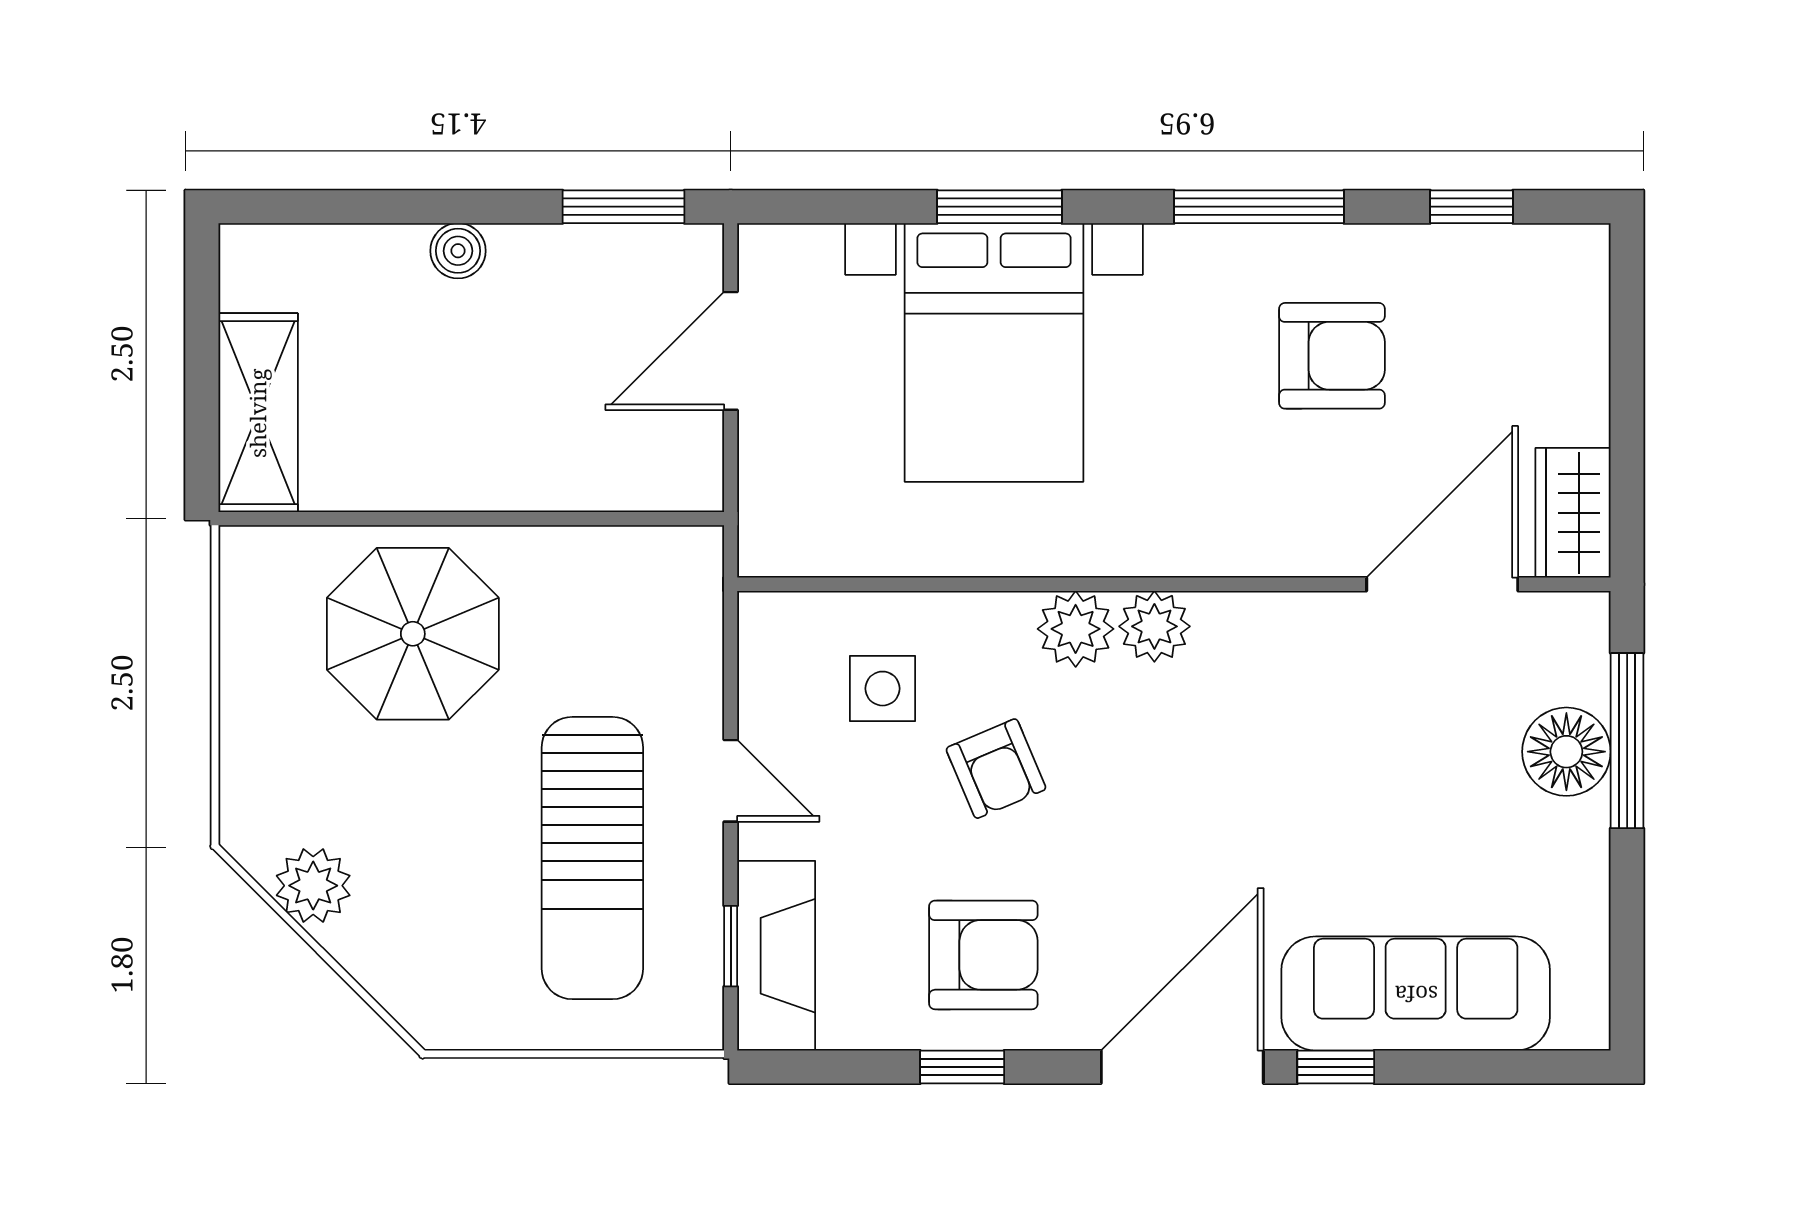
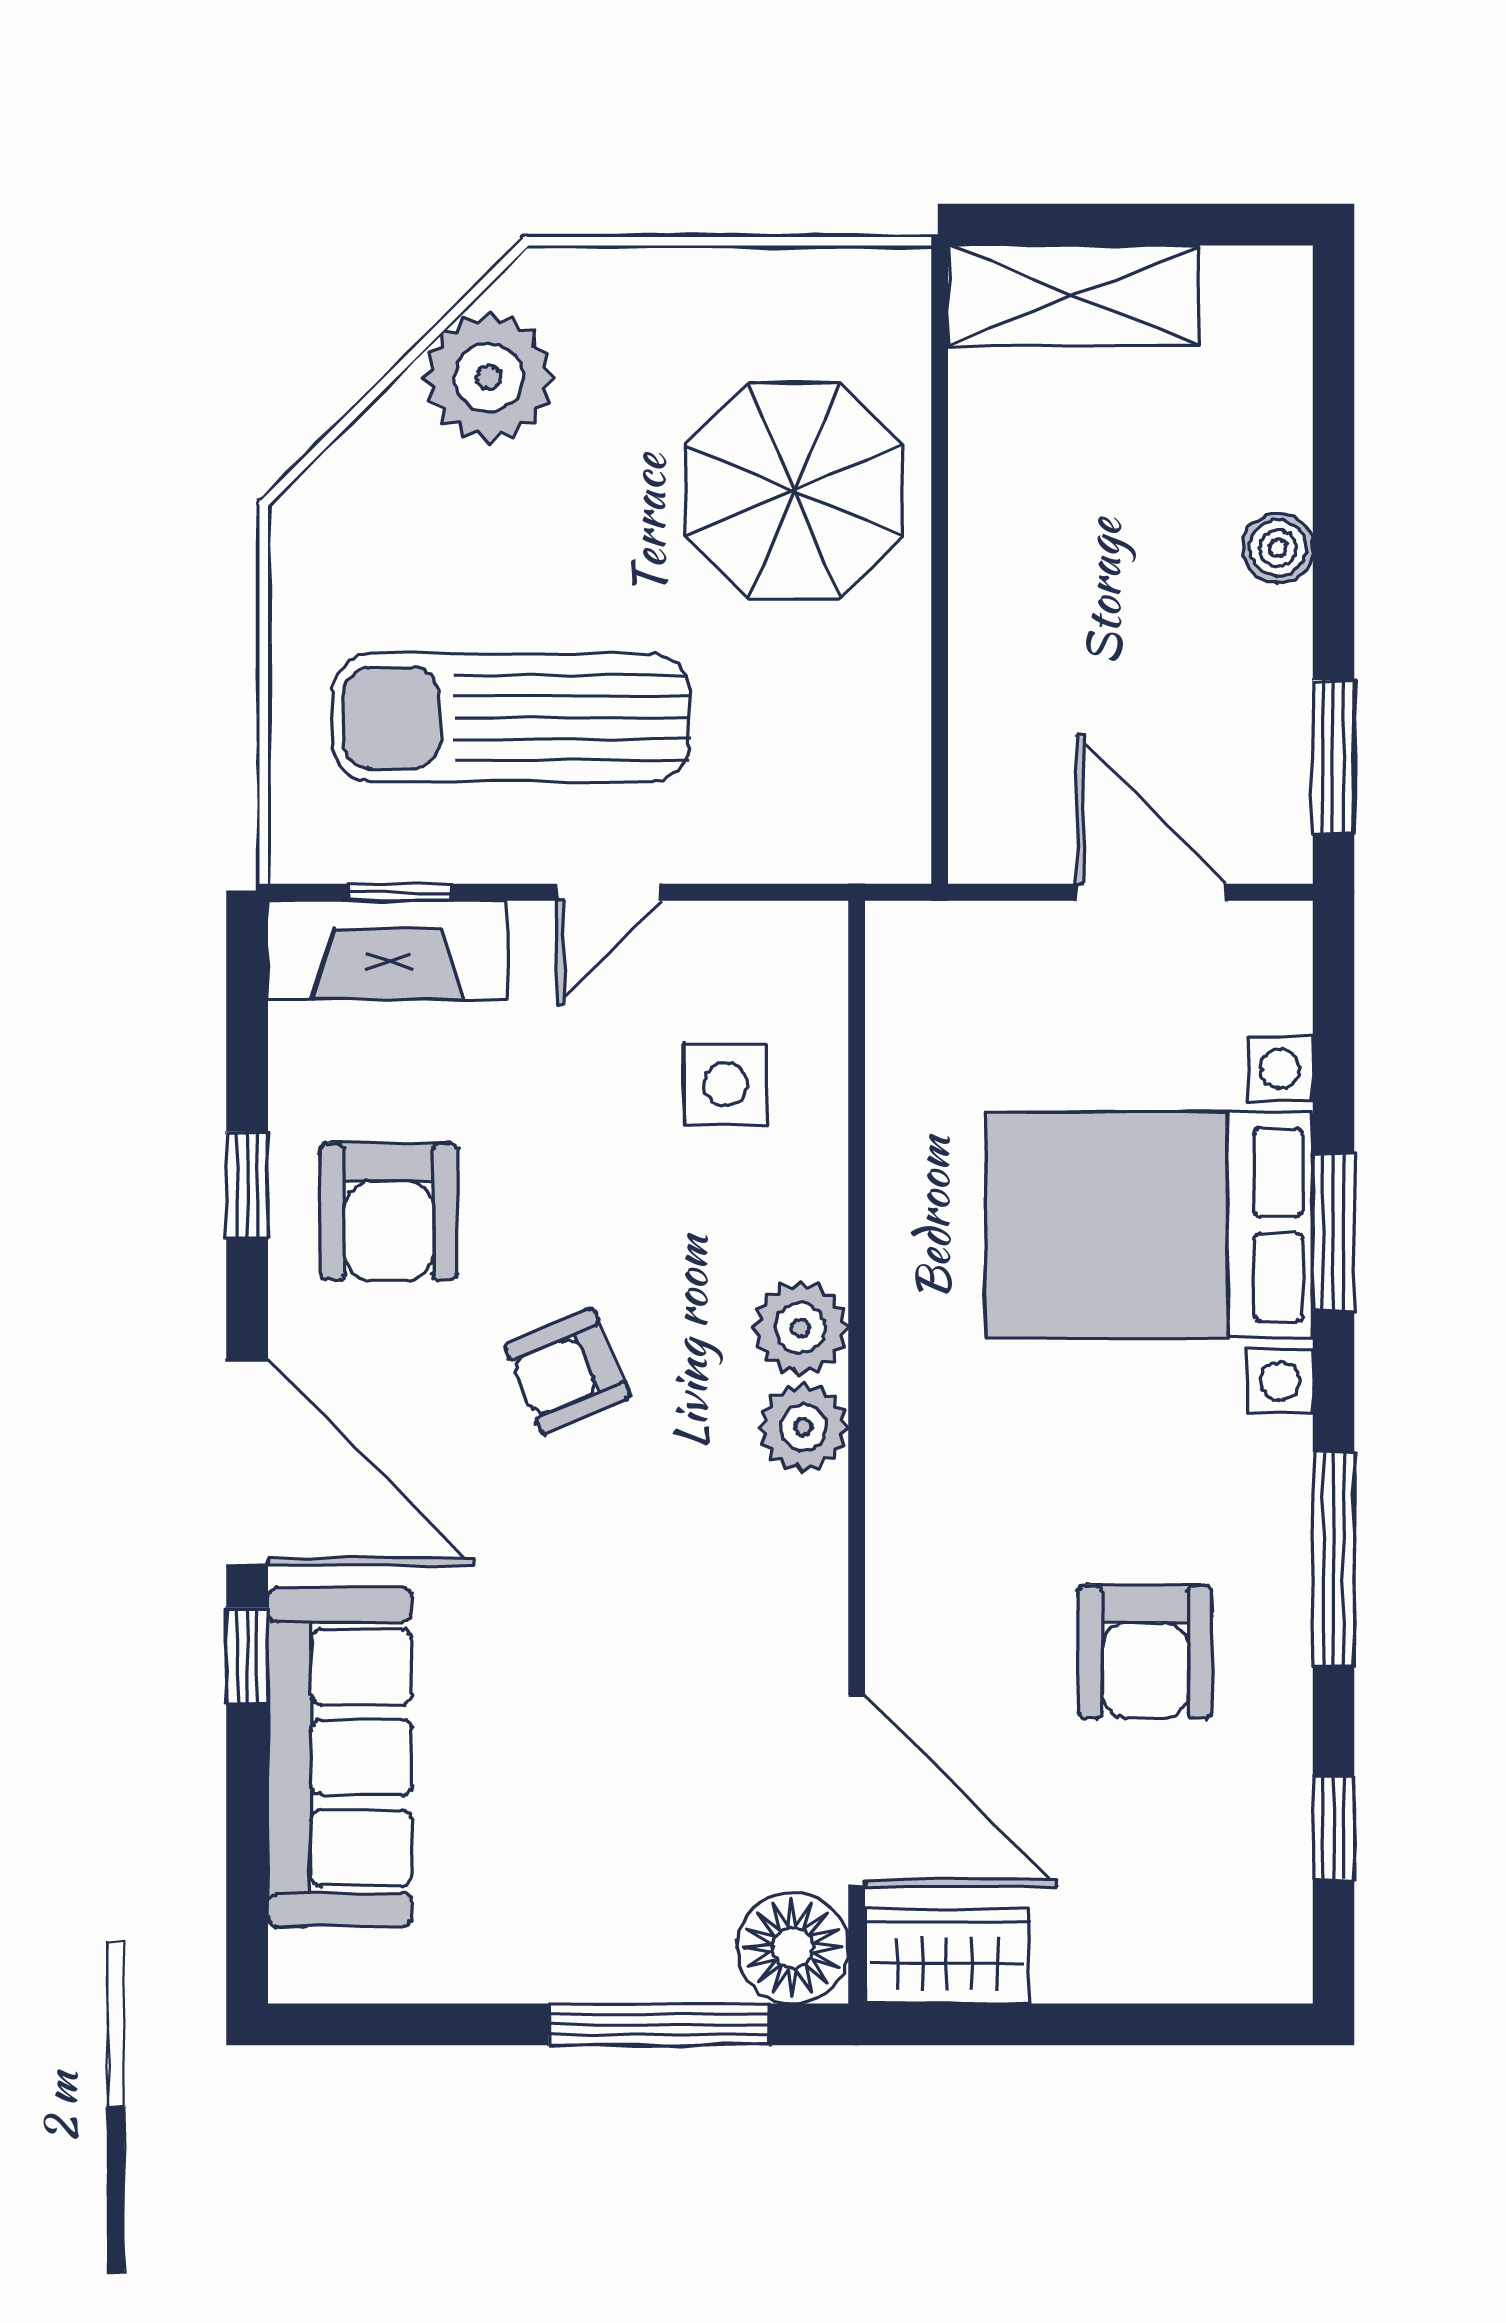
floor lamp: (1566, 752) -> (793, 1948), moved
armchair: (996, 769) -> (568, 1371), moved
plant: (313, 886) -> (489, 378), width x1.36, depth x1.36

